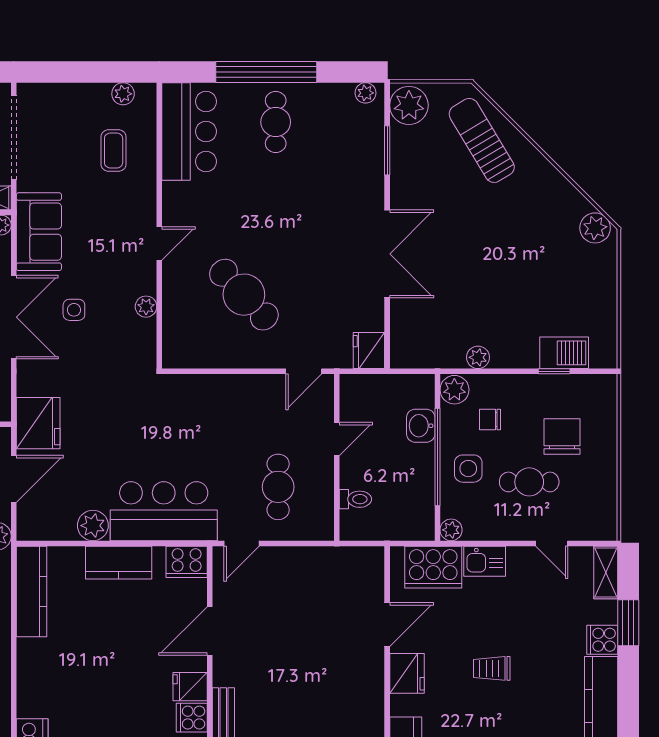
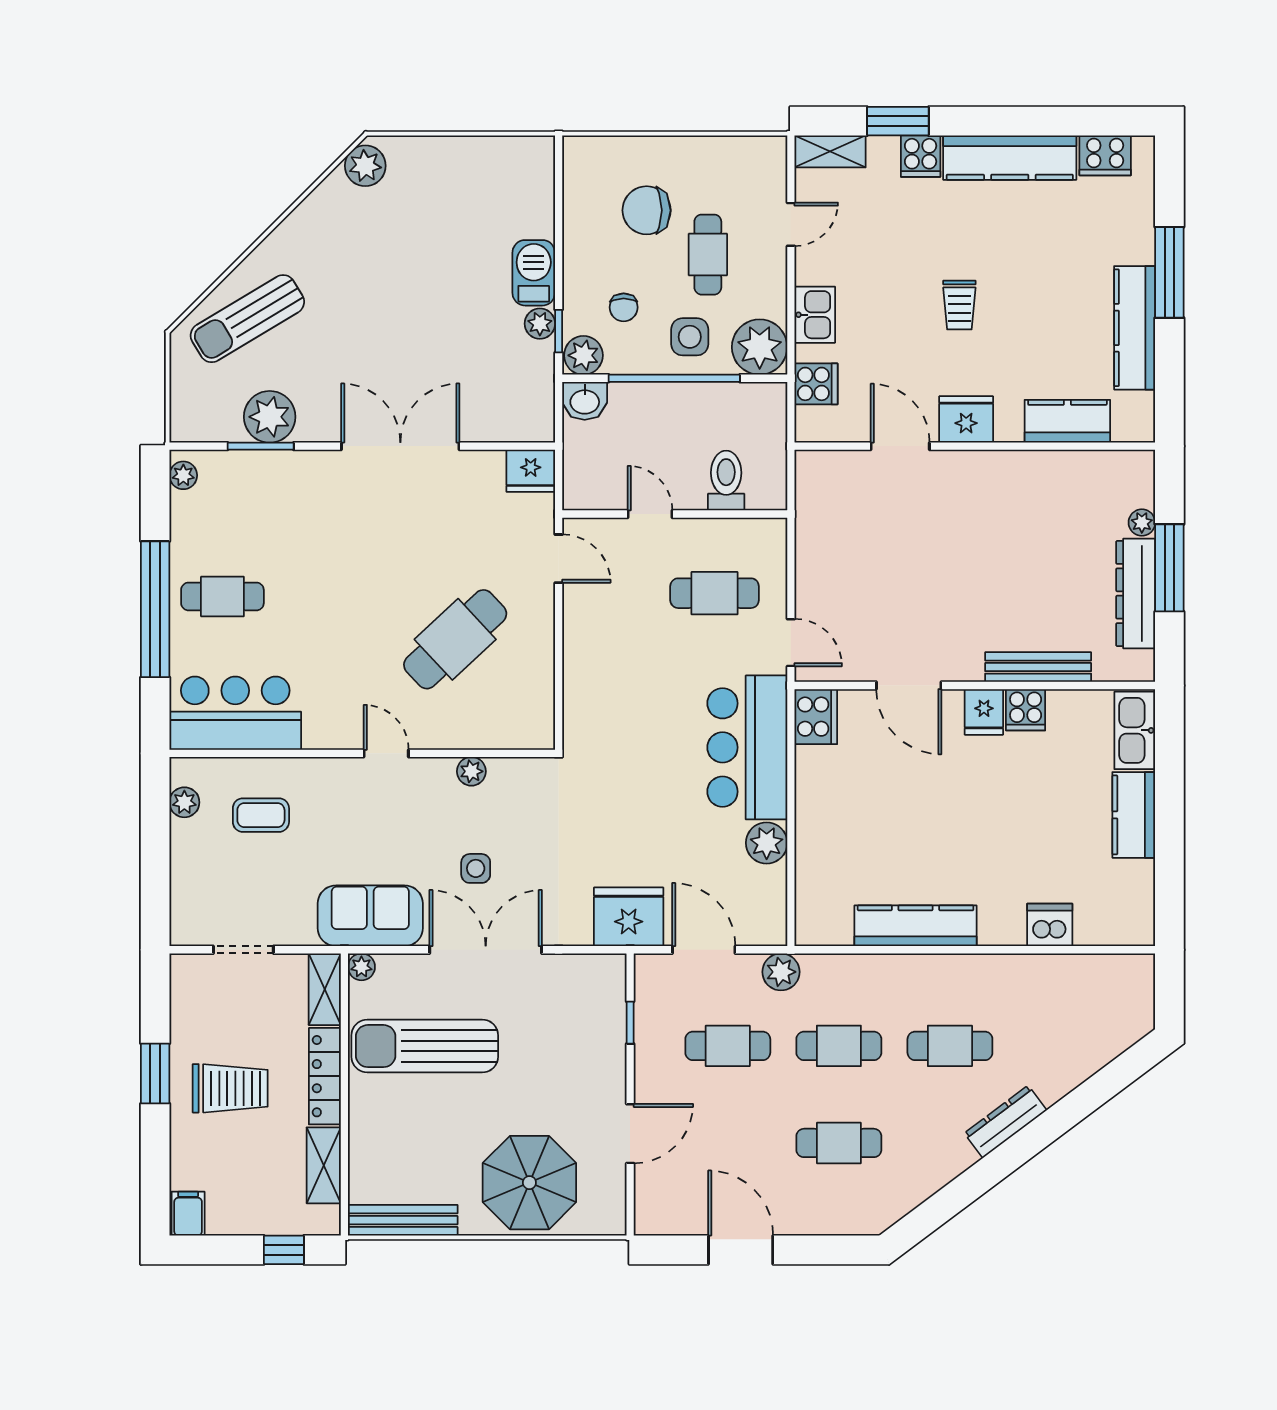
plant: (409, 105) -> (270, 417), moved
doorway: (14, 138) -> (243, 950), width x0.53
barbecue: (564, 353) -> (534, 273), moved
window: (554, 371) -> (559, 331), moved
washbasin: (421, 426) -> (585, 401), moved
toilet: (355, 499) -> (726, 481), width x1.37, depth x1.39
plant: (451, 530) -> (760, 347), width x1.88, depth x1.88
kitchen counter: (119, 563) -> (817, 808), removed
cooker: (433, 567) -> (816, 384), width x0.53, depth x0.76
kitchen counter: (31, 591) -> (916, 926), moved

